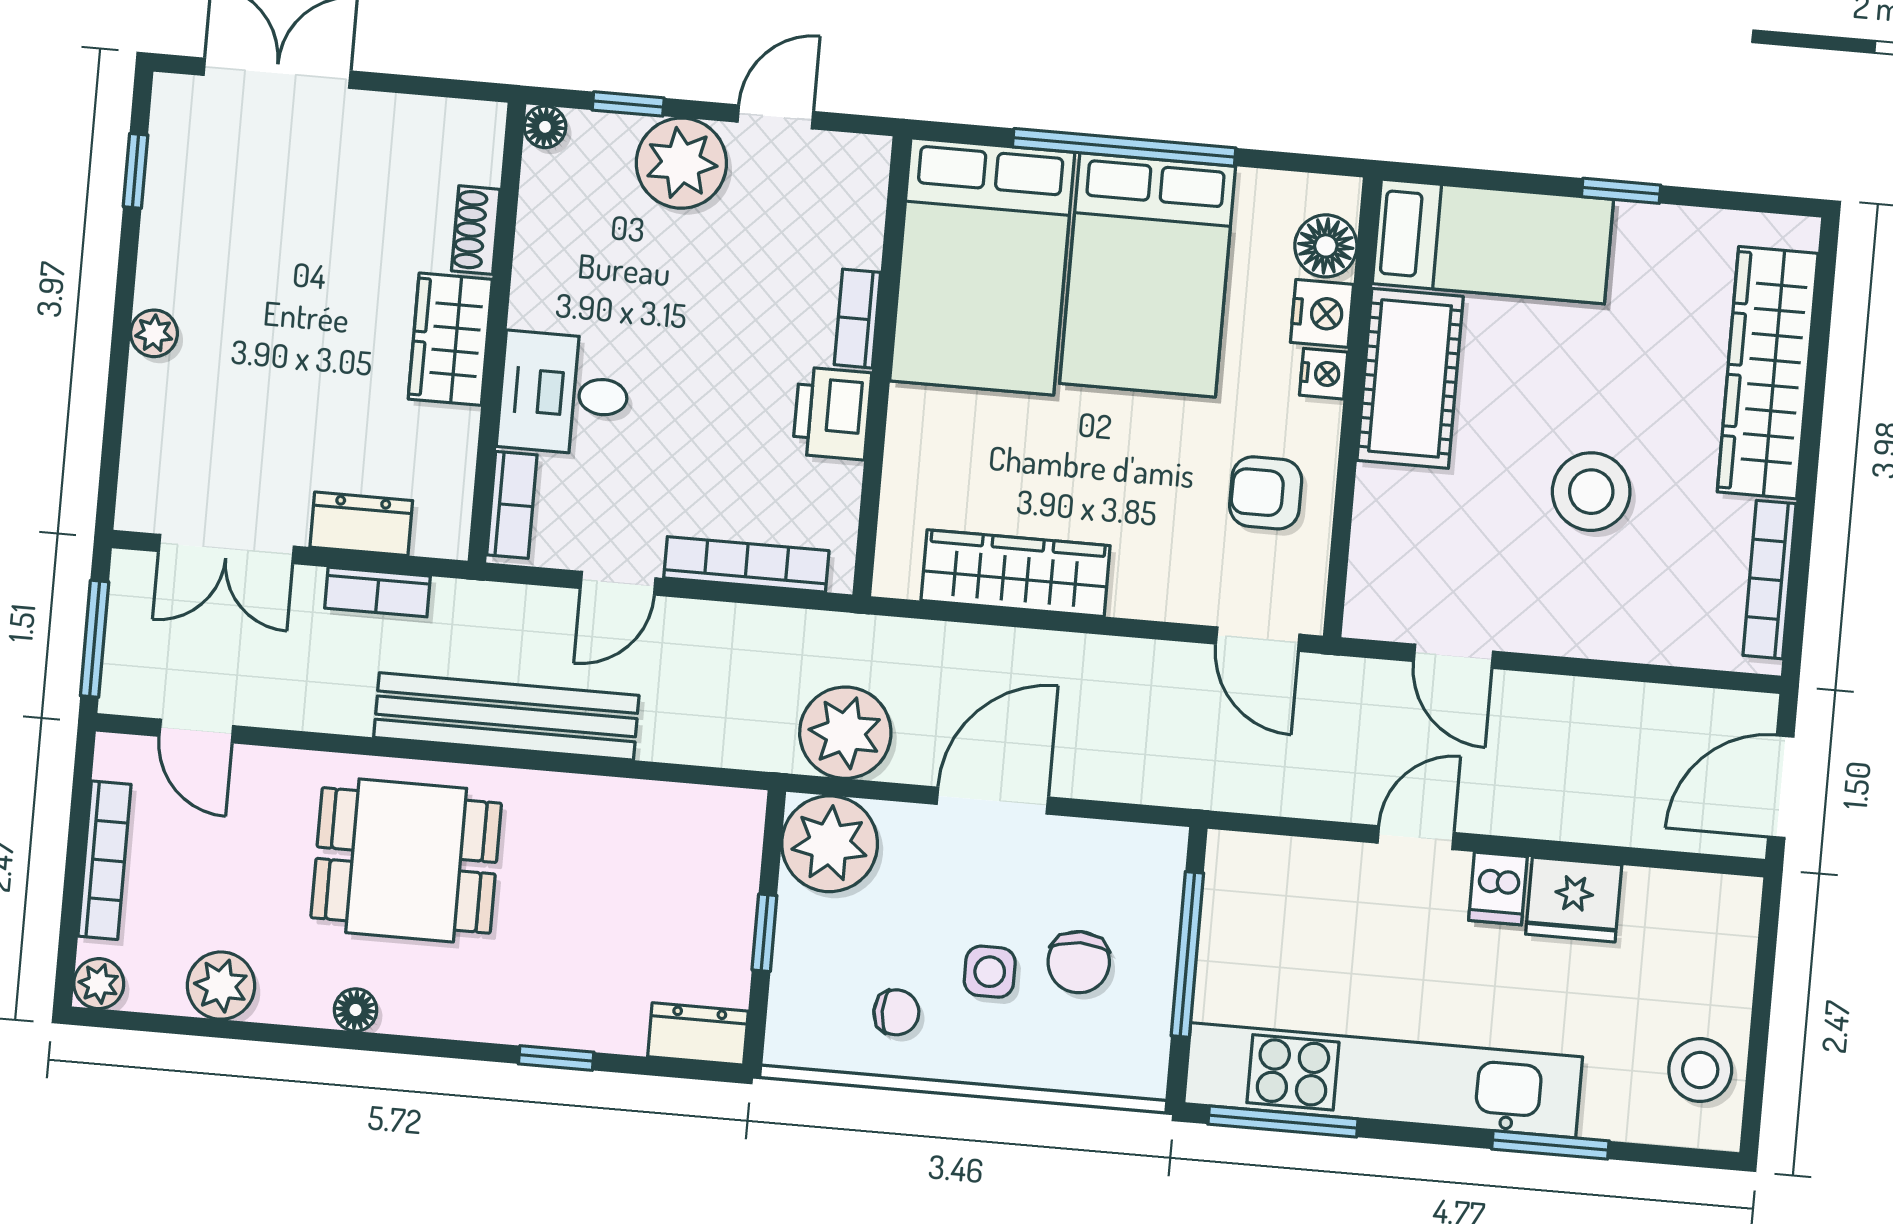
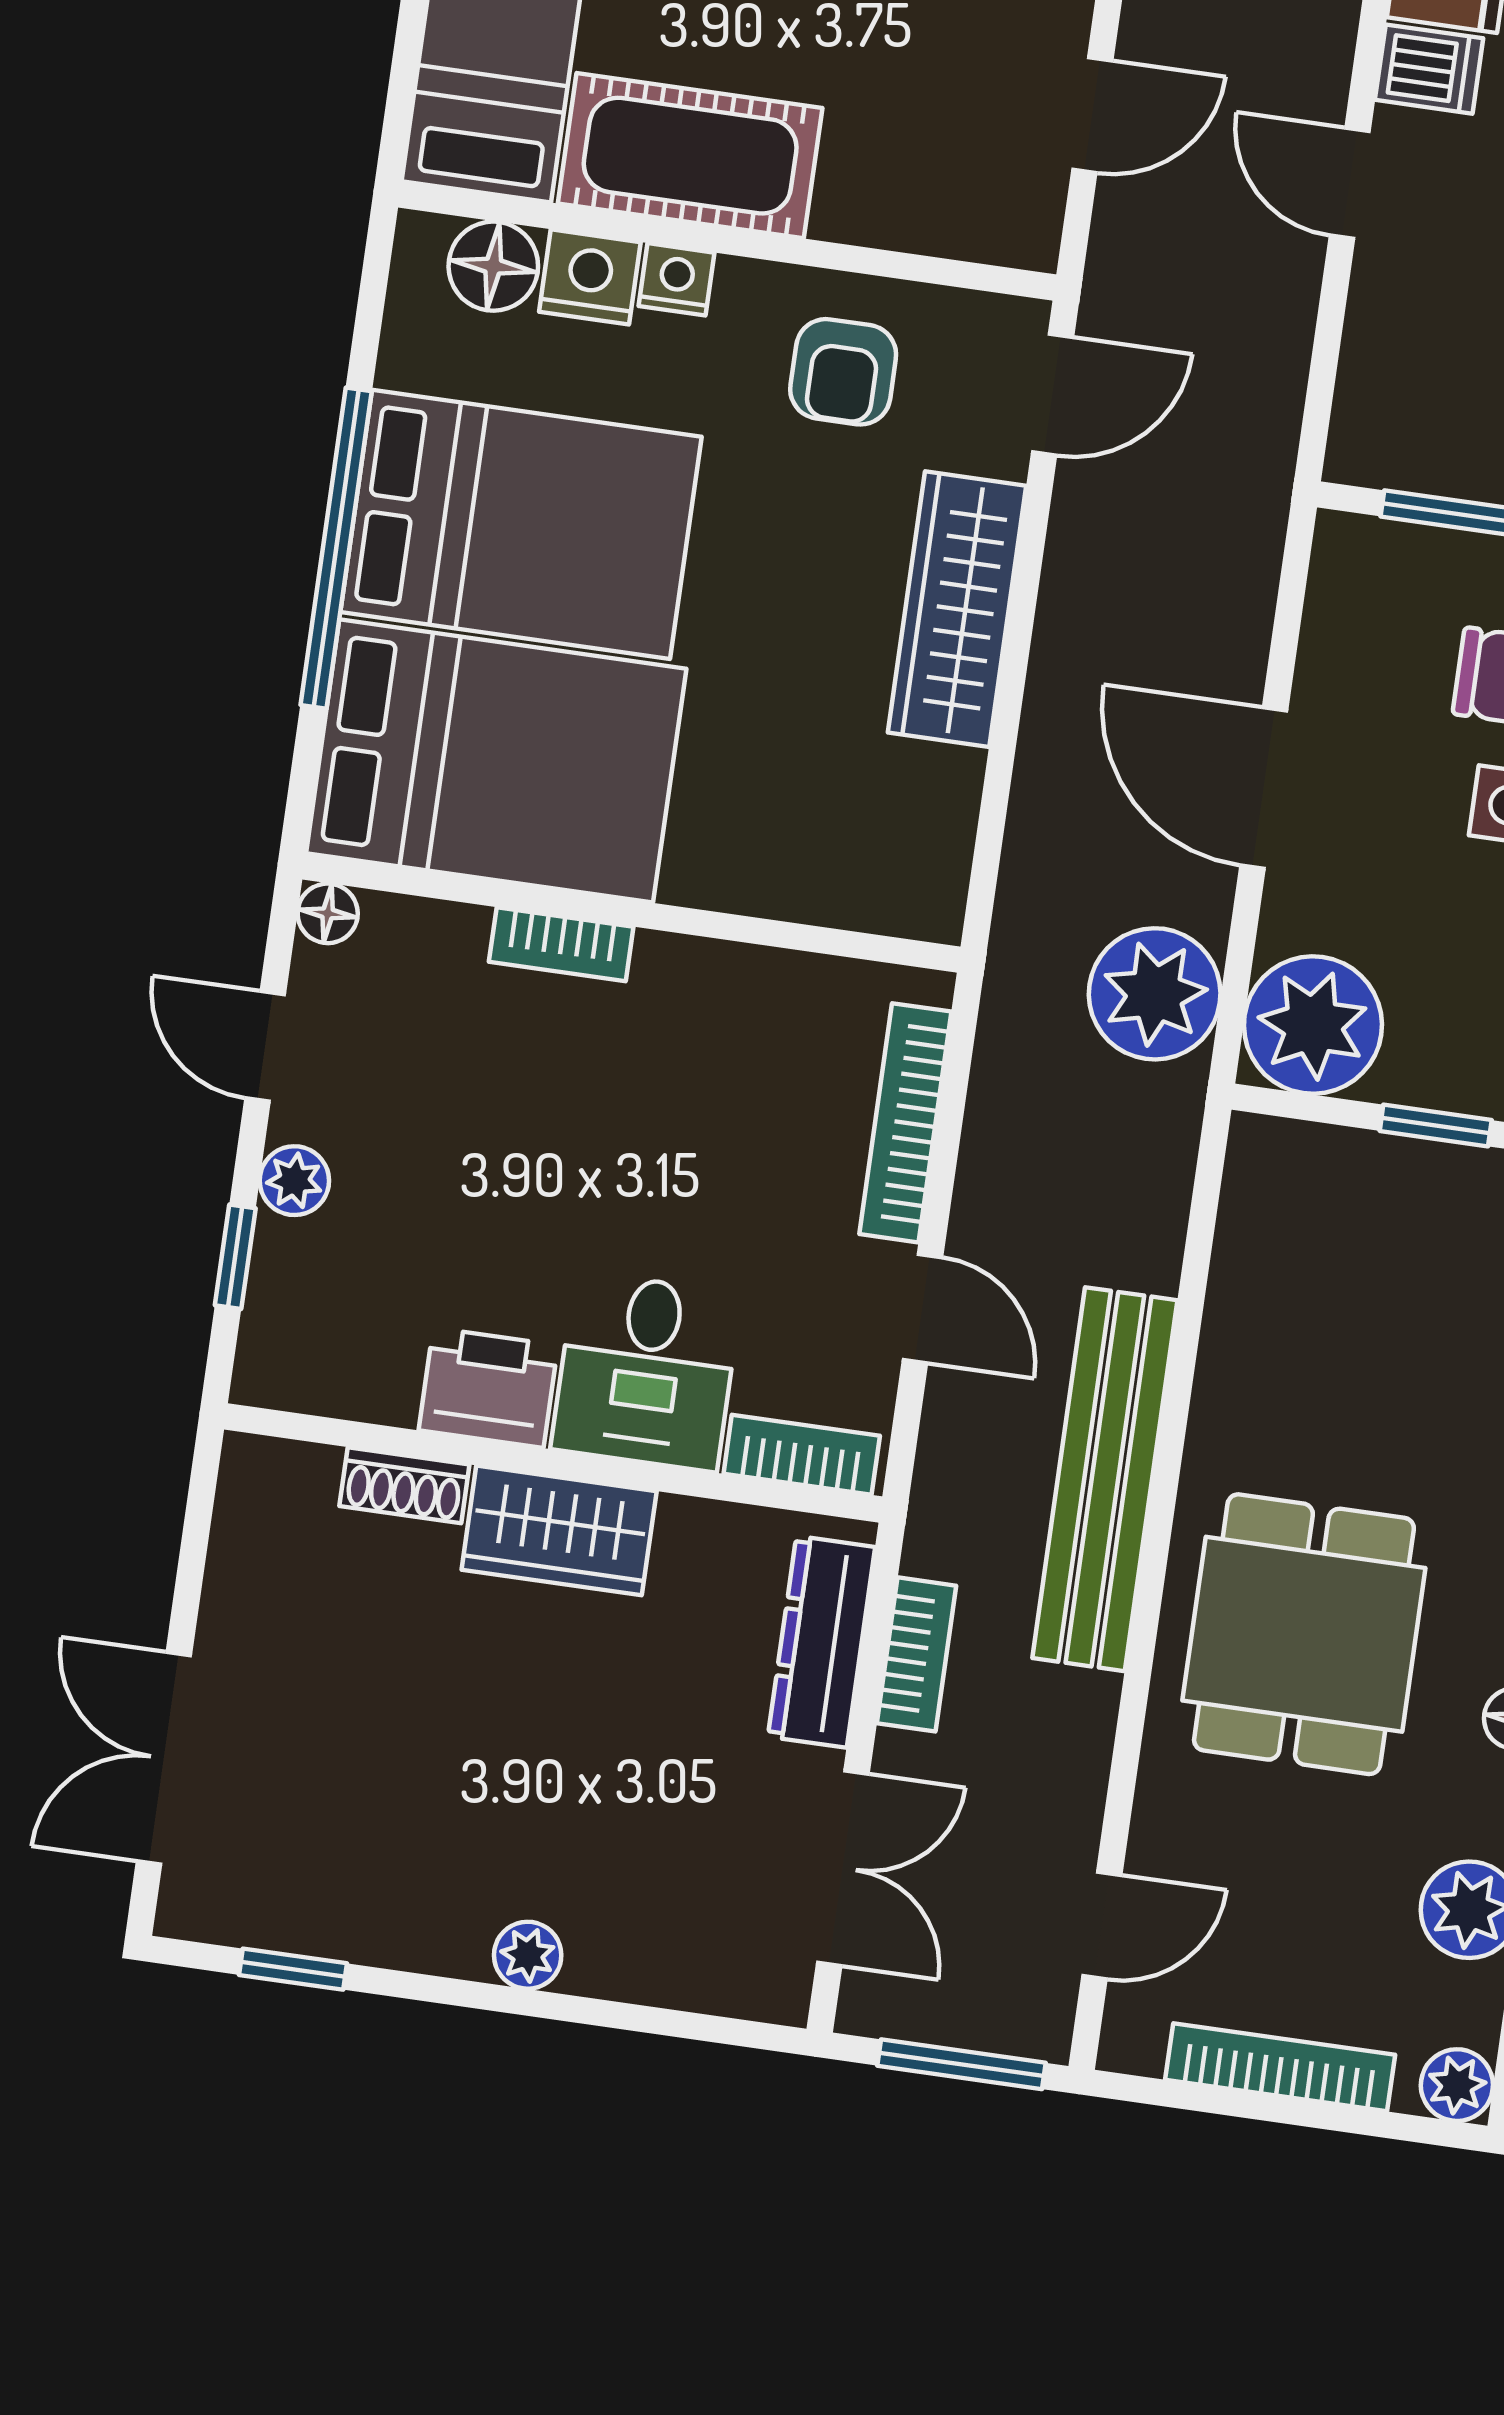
floor lamp: (545, 127) -> (328, 913), moved
plant: (681, 163) -> (294, 1181), width x0.53, depth x0.53
printer: (832, 413) -> (488, 1388), moved, turned 180
dresser: (361, 524) -> (822, 1642), width x1.44
wardrobe: (1016, 573) -> (957, 609), moved

